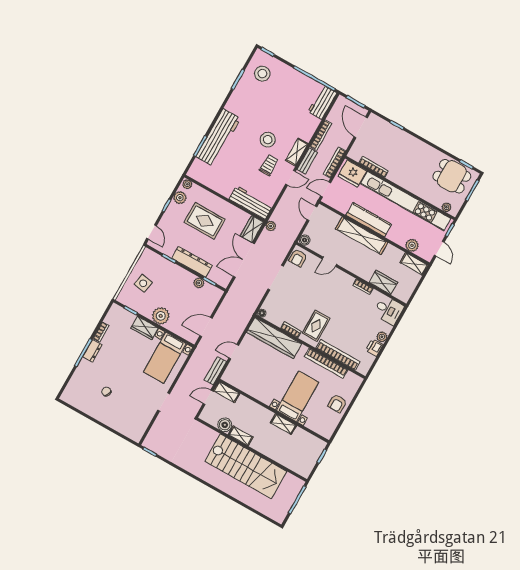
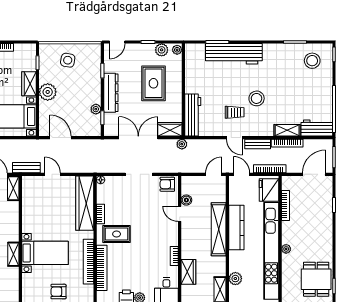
shelving: (297, 152) -> (287, 130), moved
plant: (446, 207) -> (286, 249), moved
boiler: (305, 240) -> (186, 200), moved

